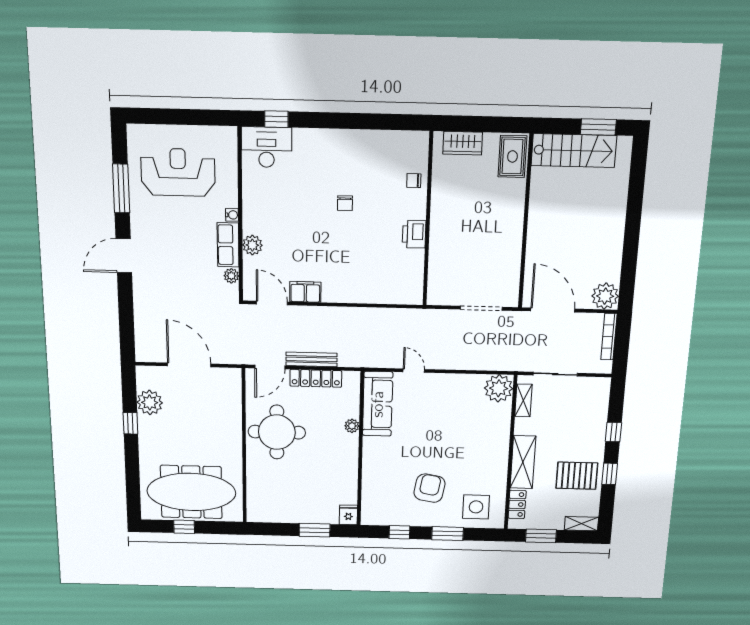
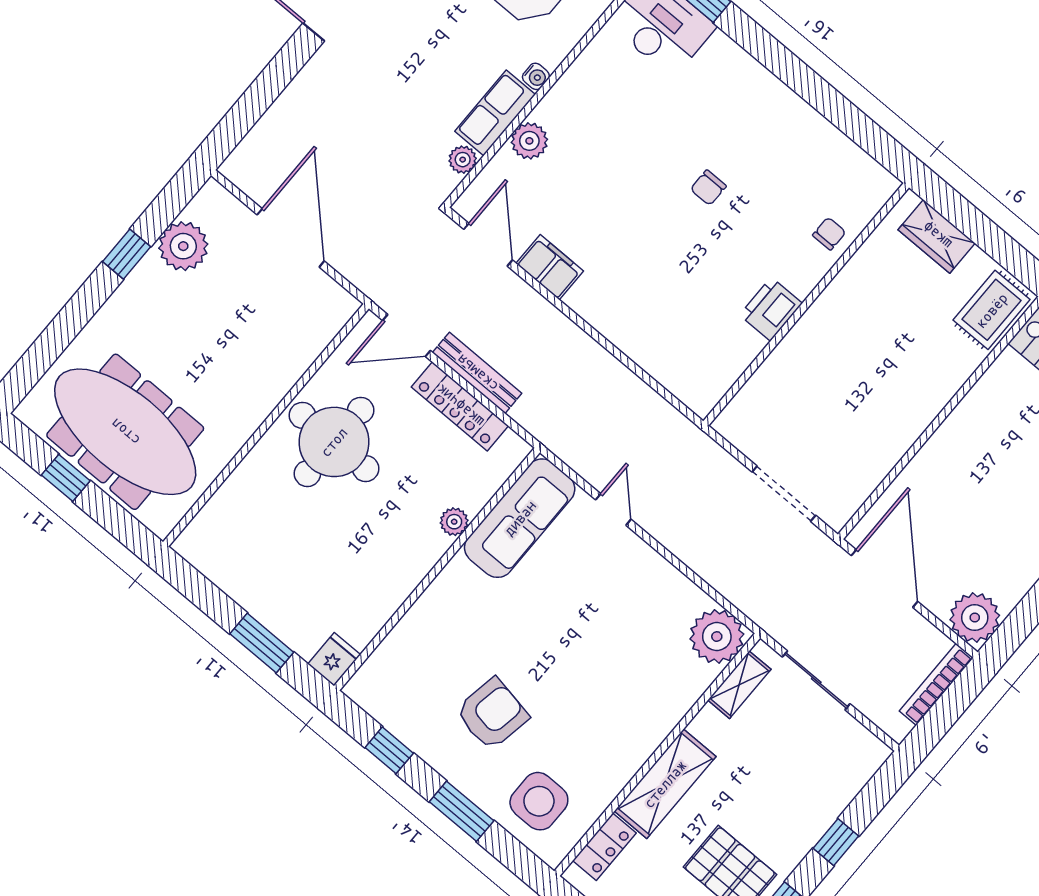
chair: (414, 181) -> (829, 234), turned 90

